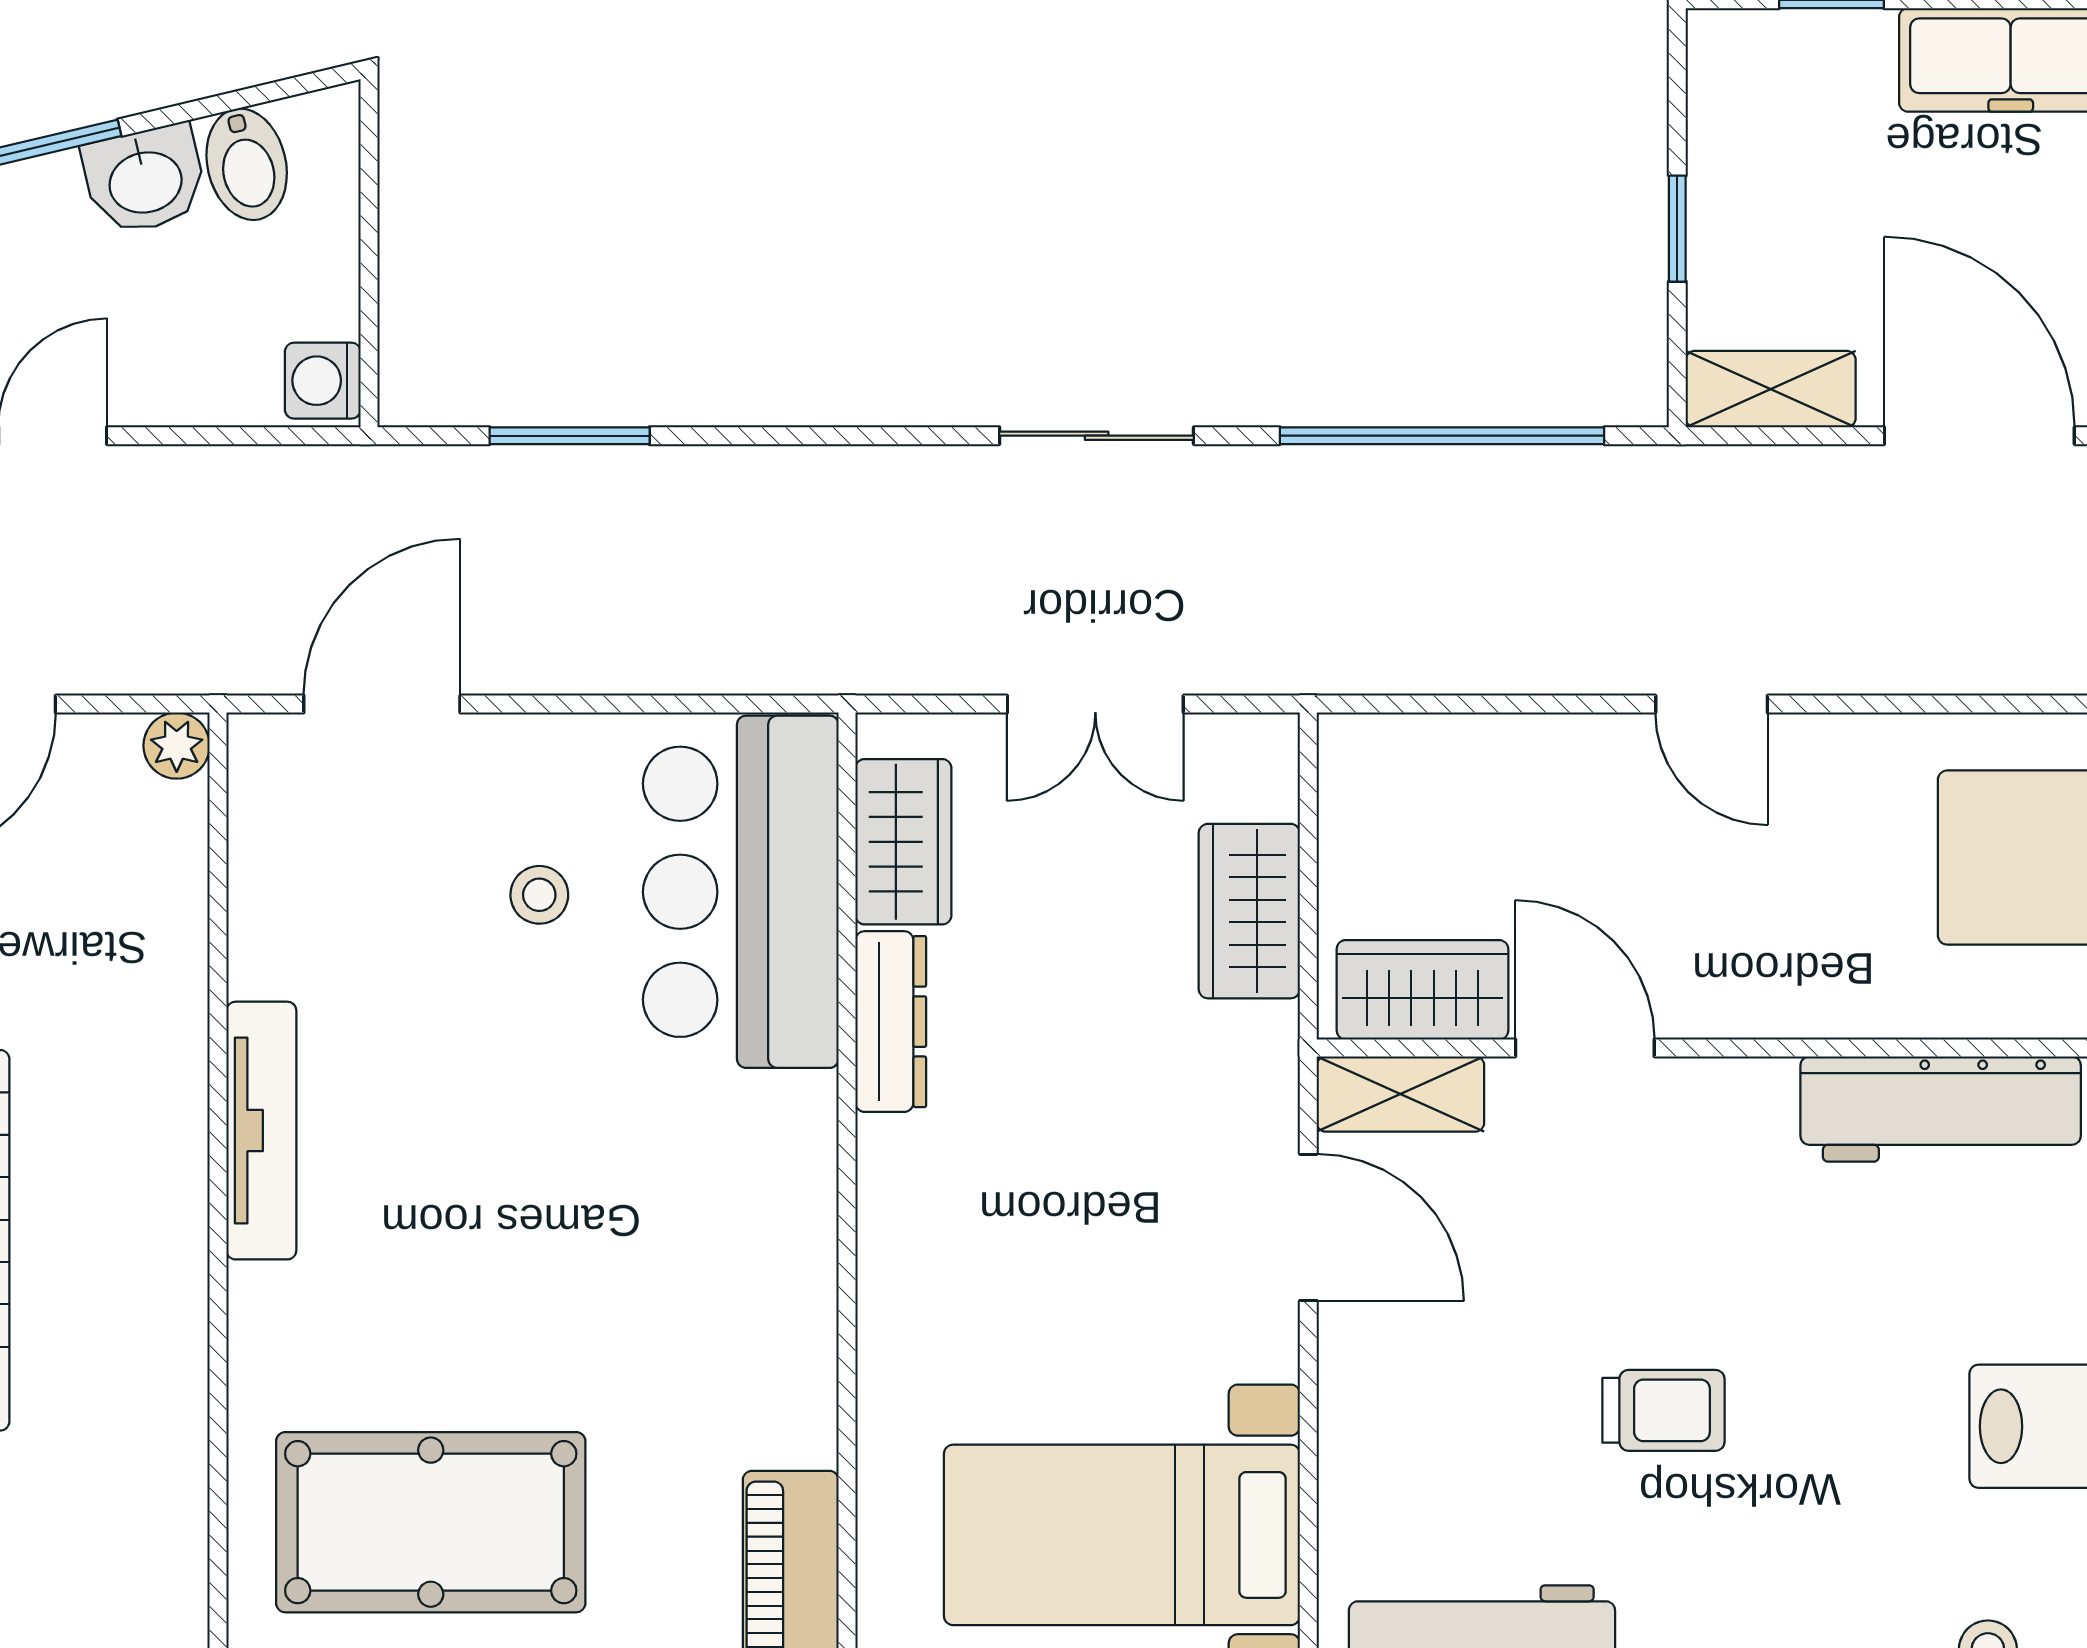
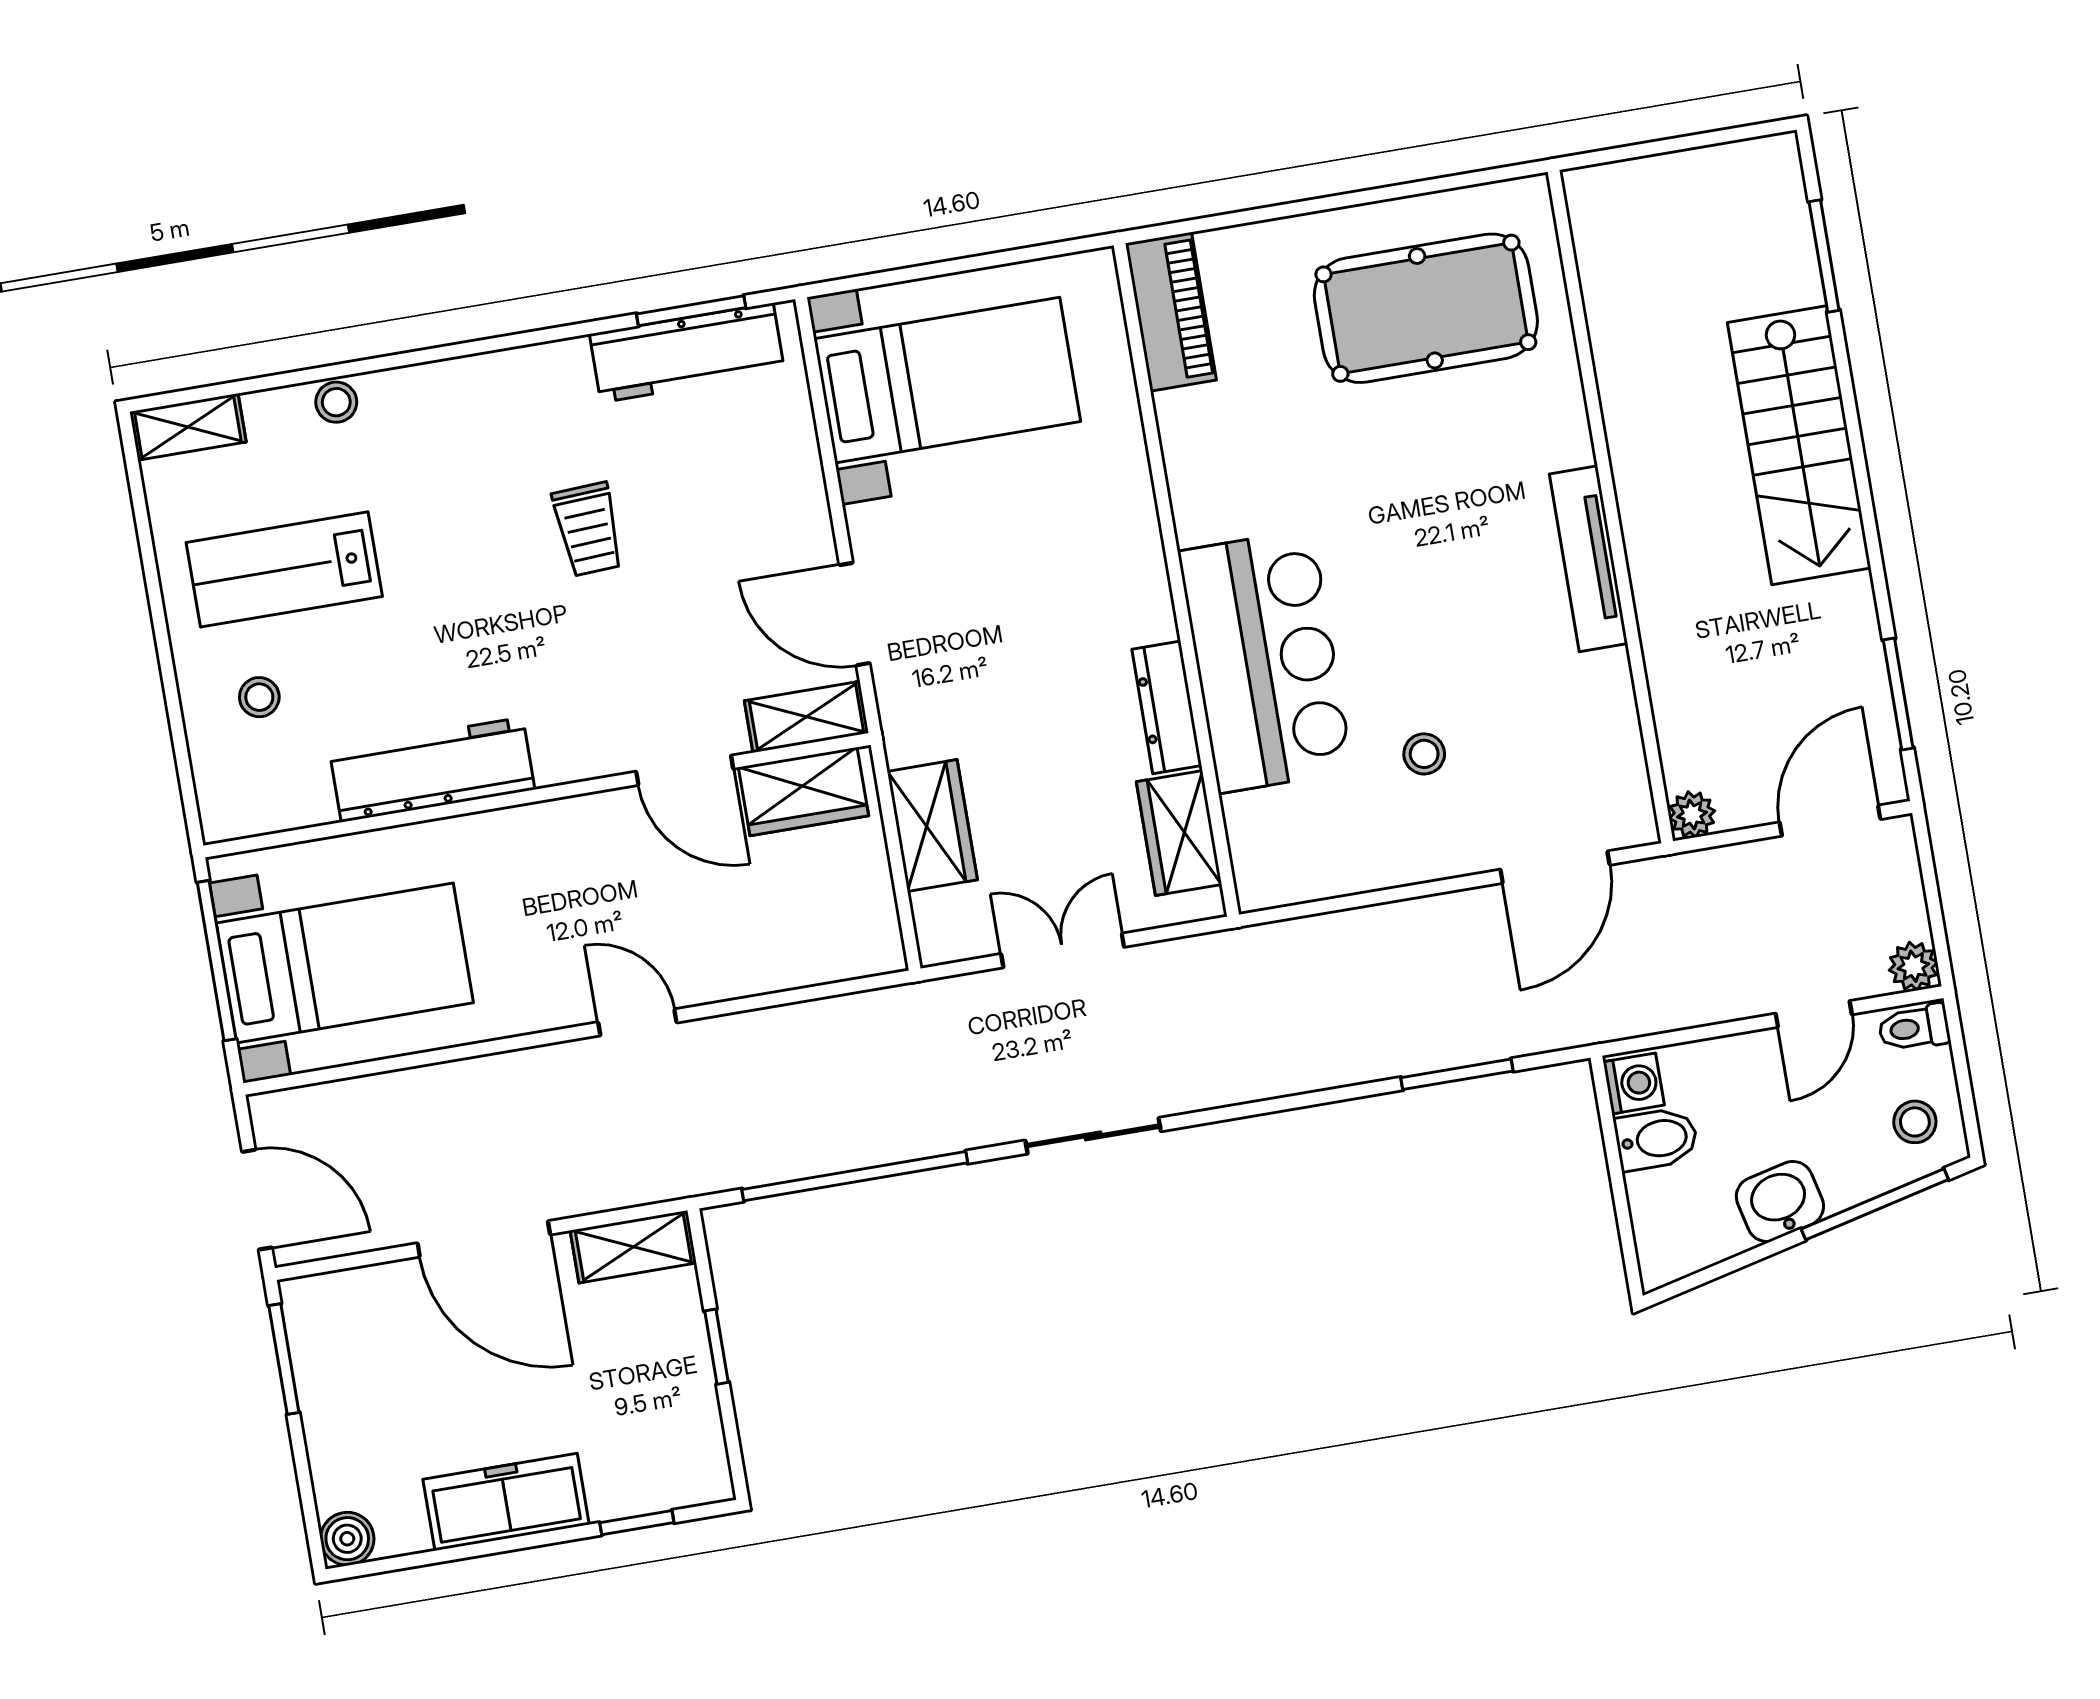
bidet: (247, 164) -> (1656, 1139), moved, turned 103
bar counter: (741, 892) -> (1265, 661), moved
trolley: (1663, 1410) -> (588, 529), turned -93

